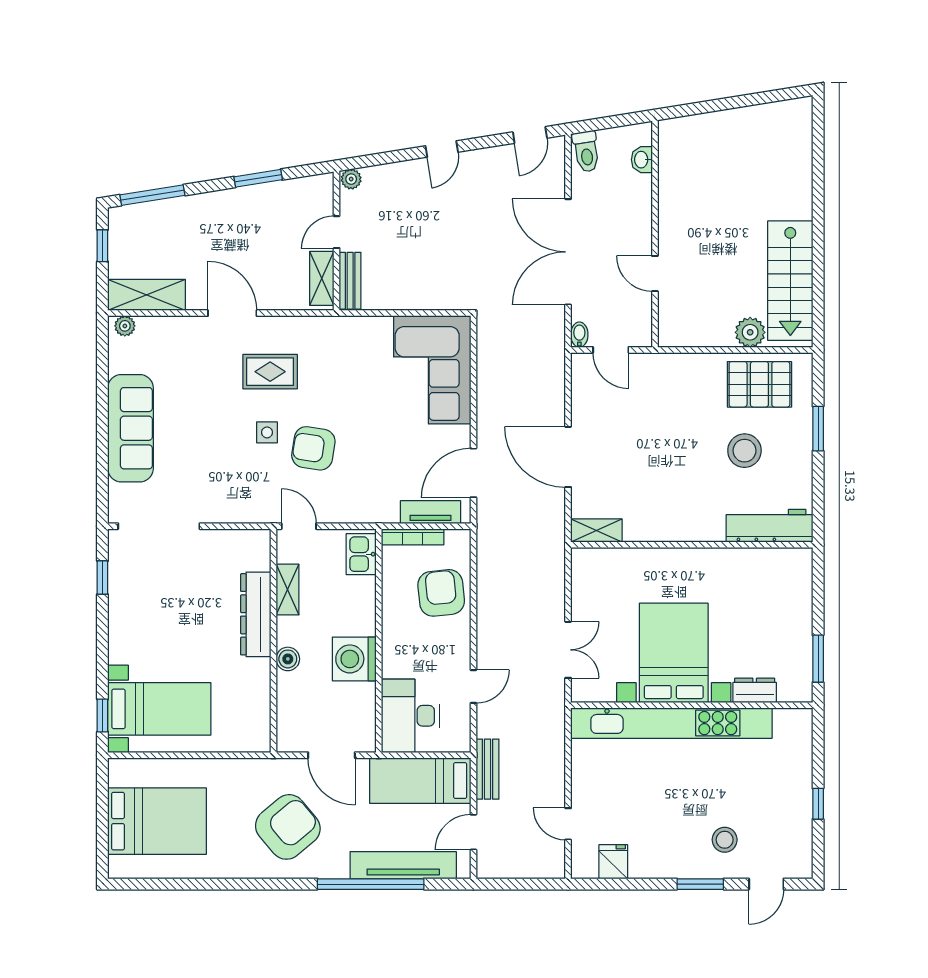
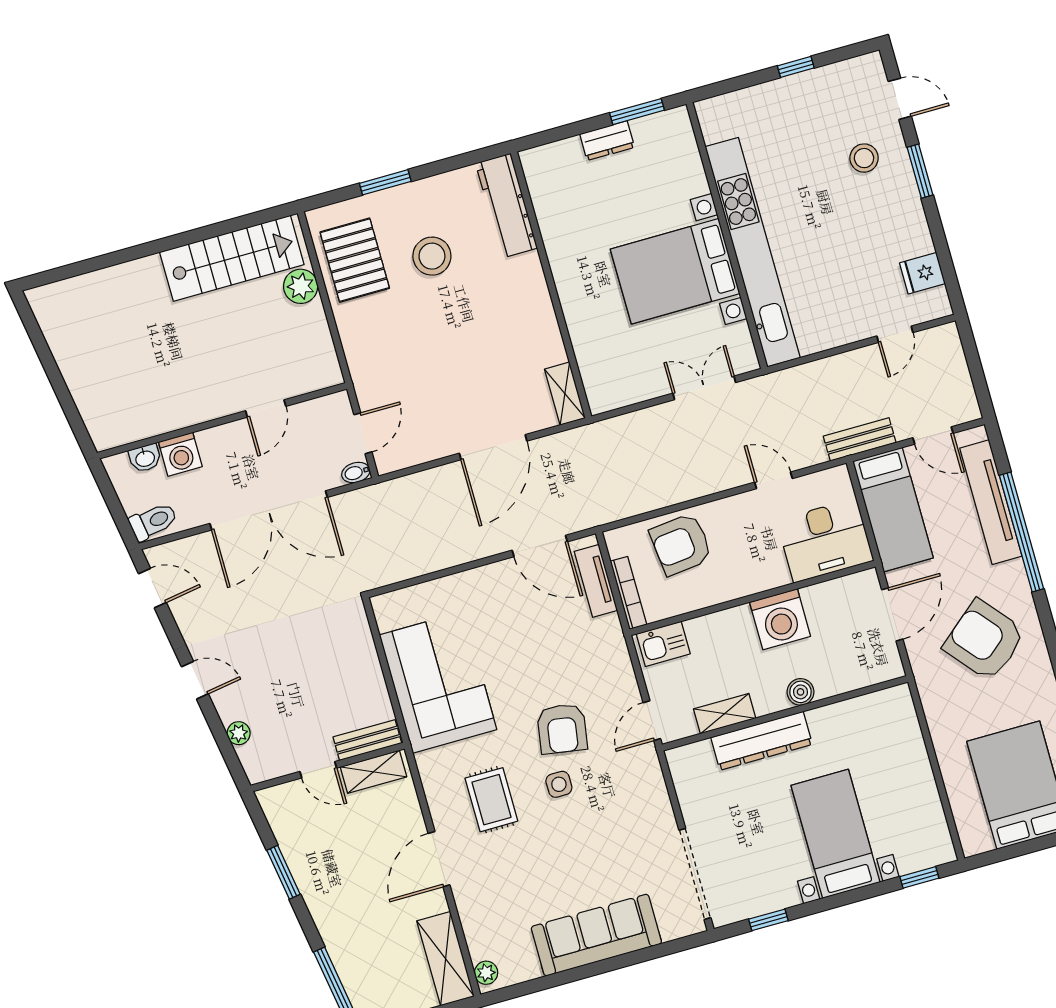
plant: (351, 179) -> (239, 733), moved
washing machine: (637, 190) -> (180, 454), added
corner sofa: (432, 370) -> (438, 682), moved, turned -90
dresser: (755, 690) -> (607, 141), moved, turned -90
bed with nightstands: (159, 709) -> (836, 834), moved

